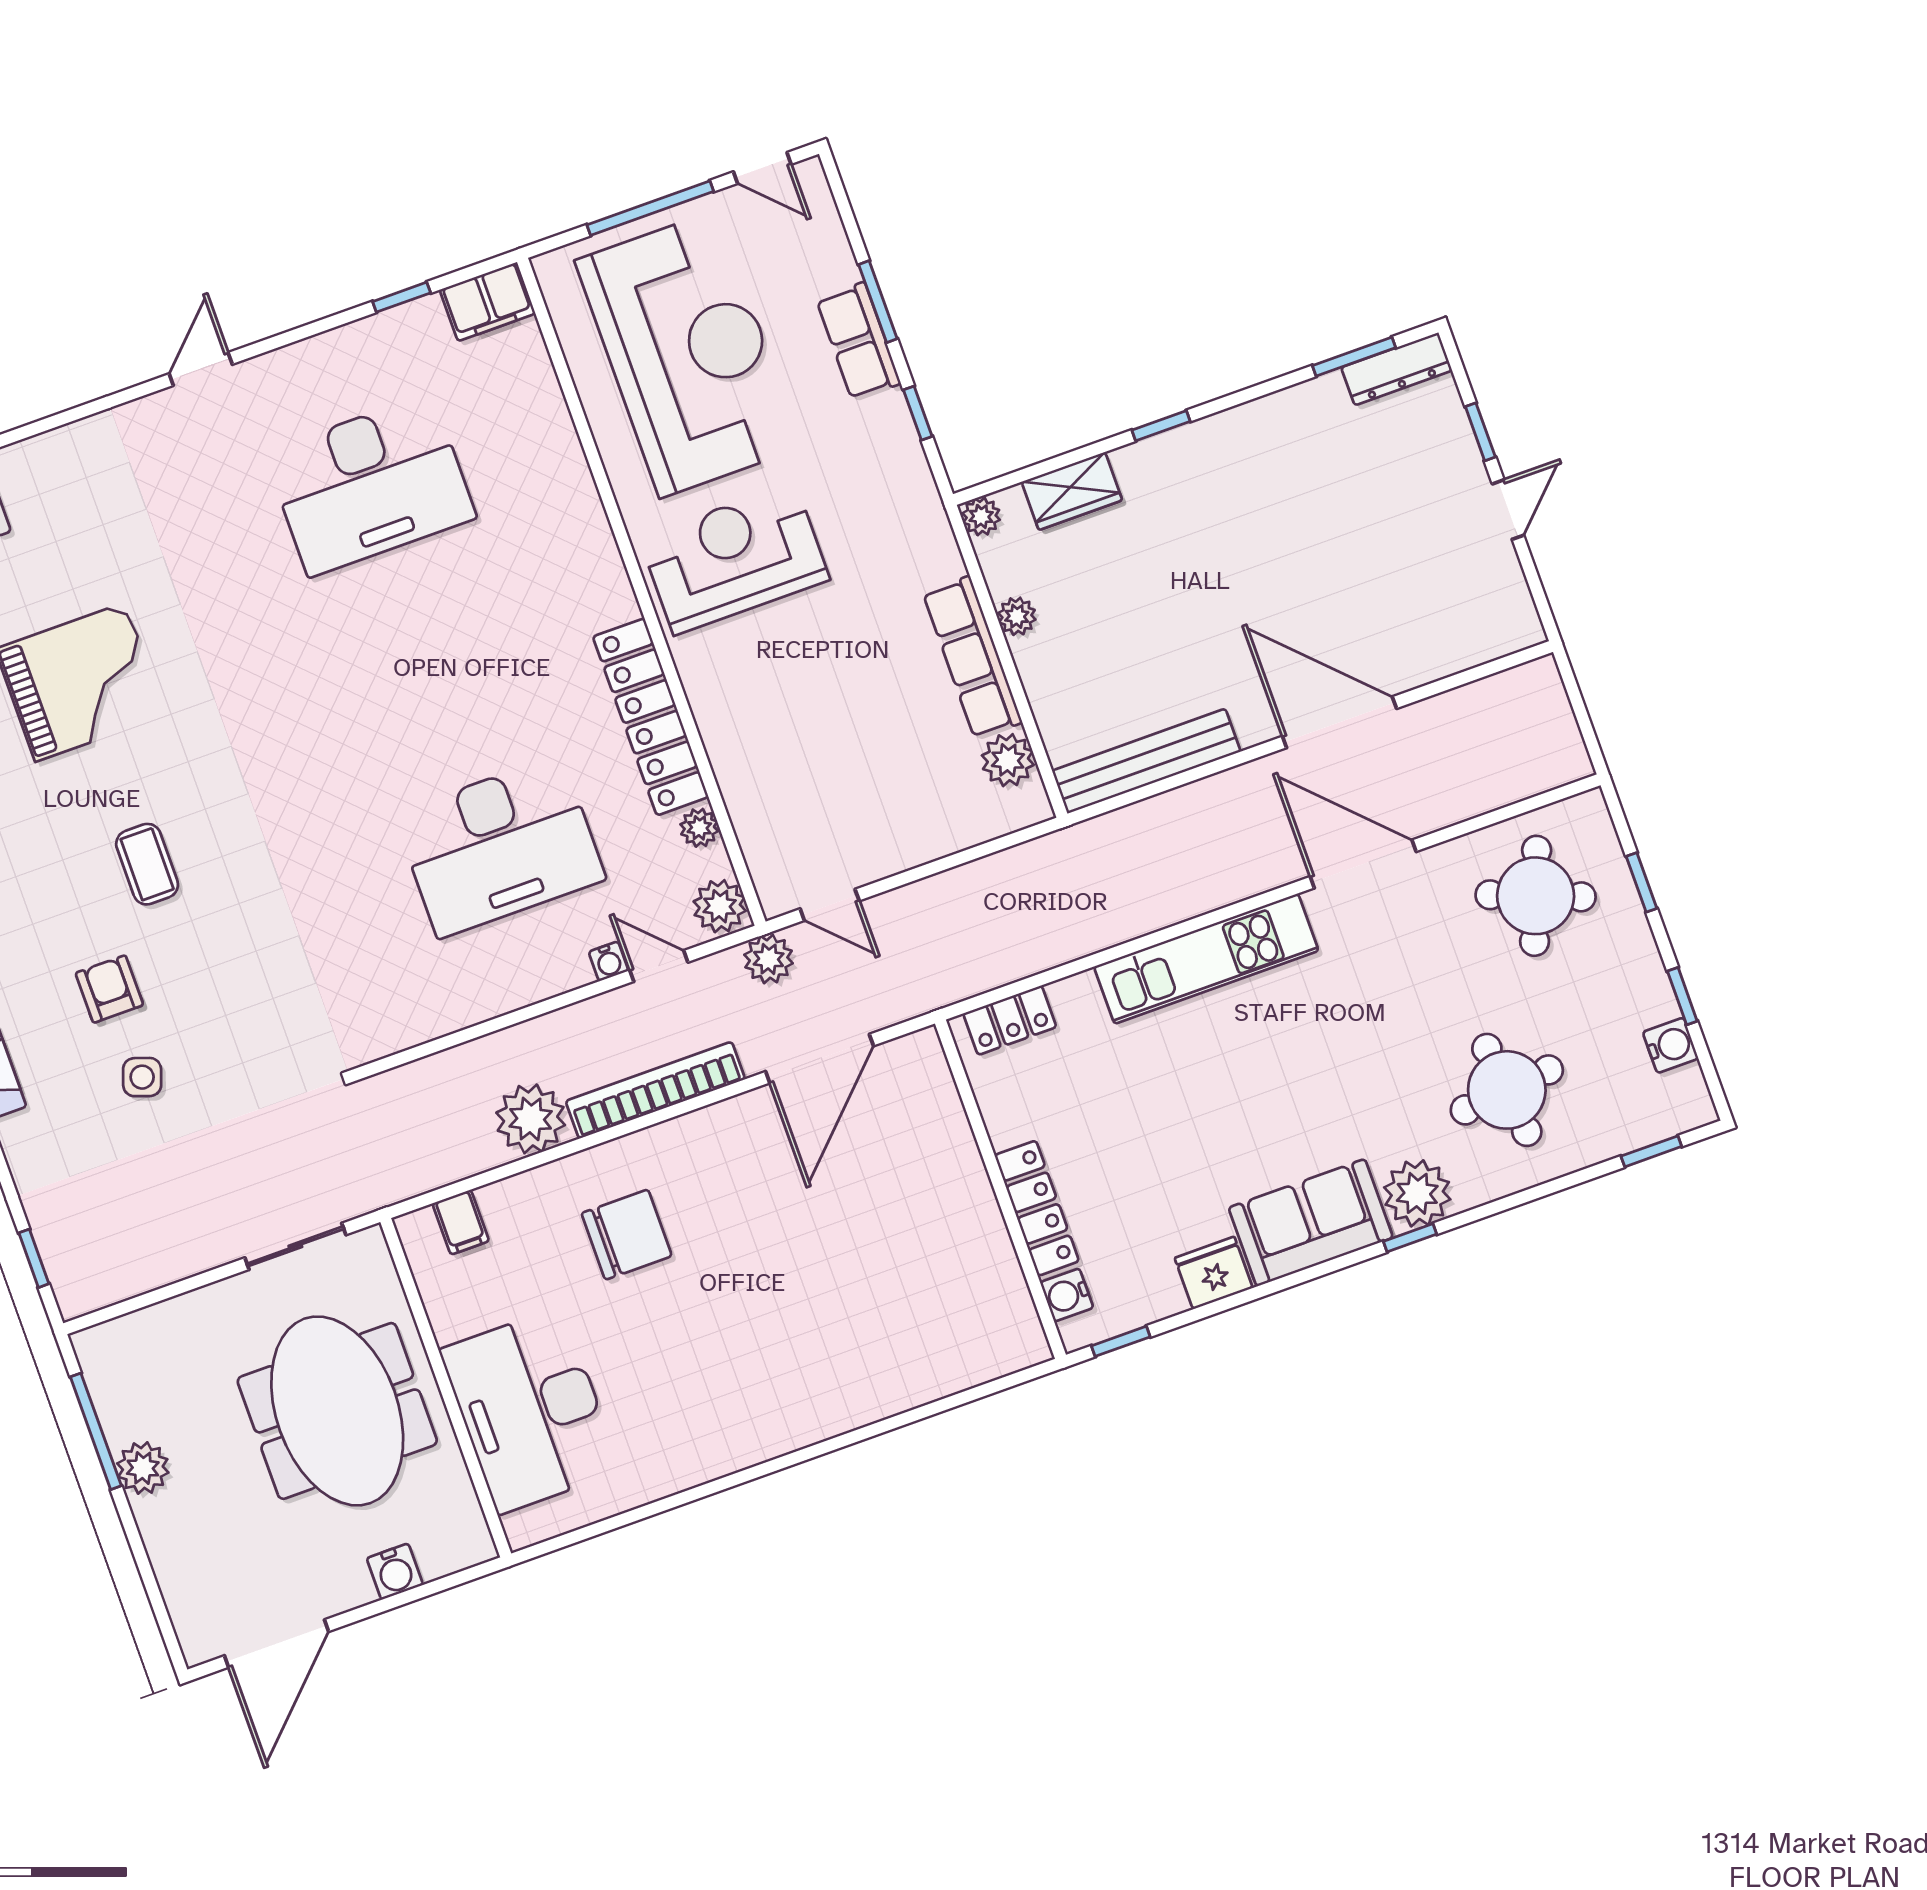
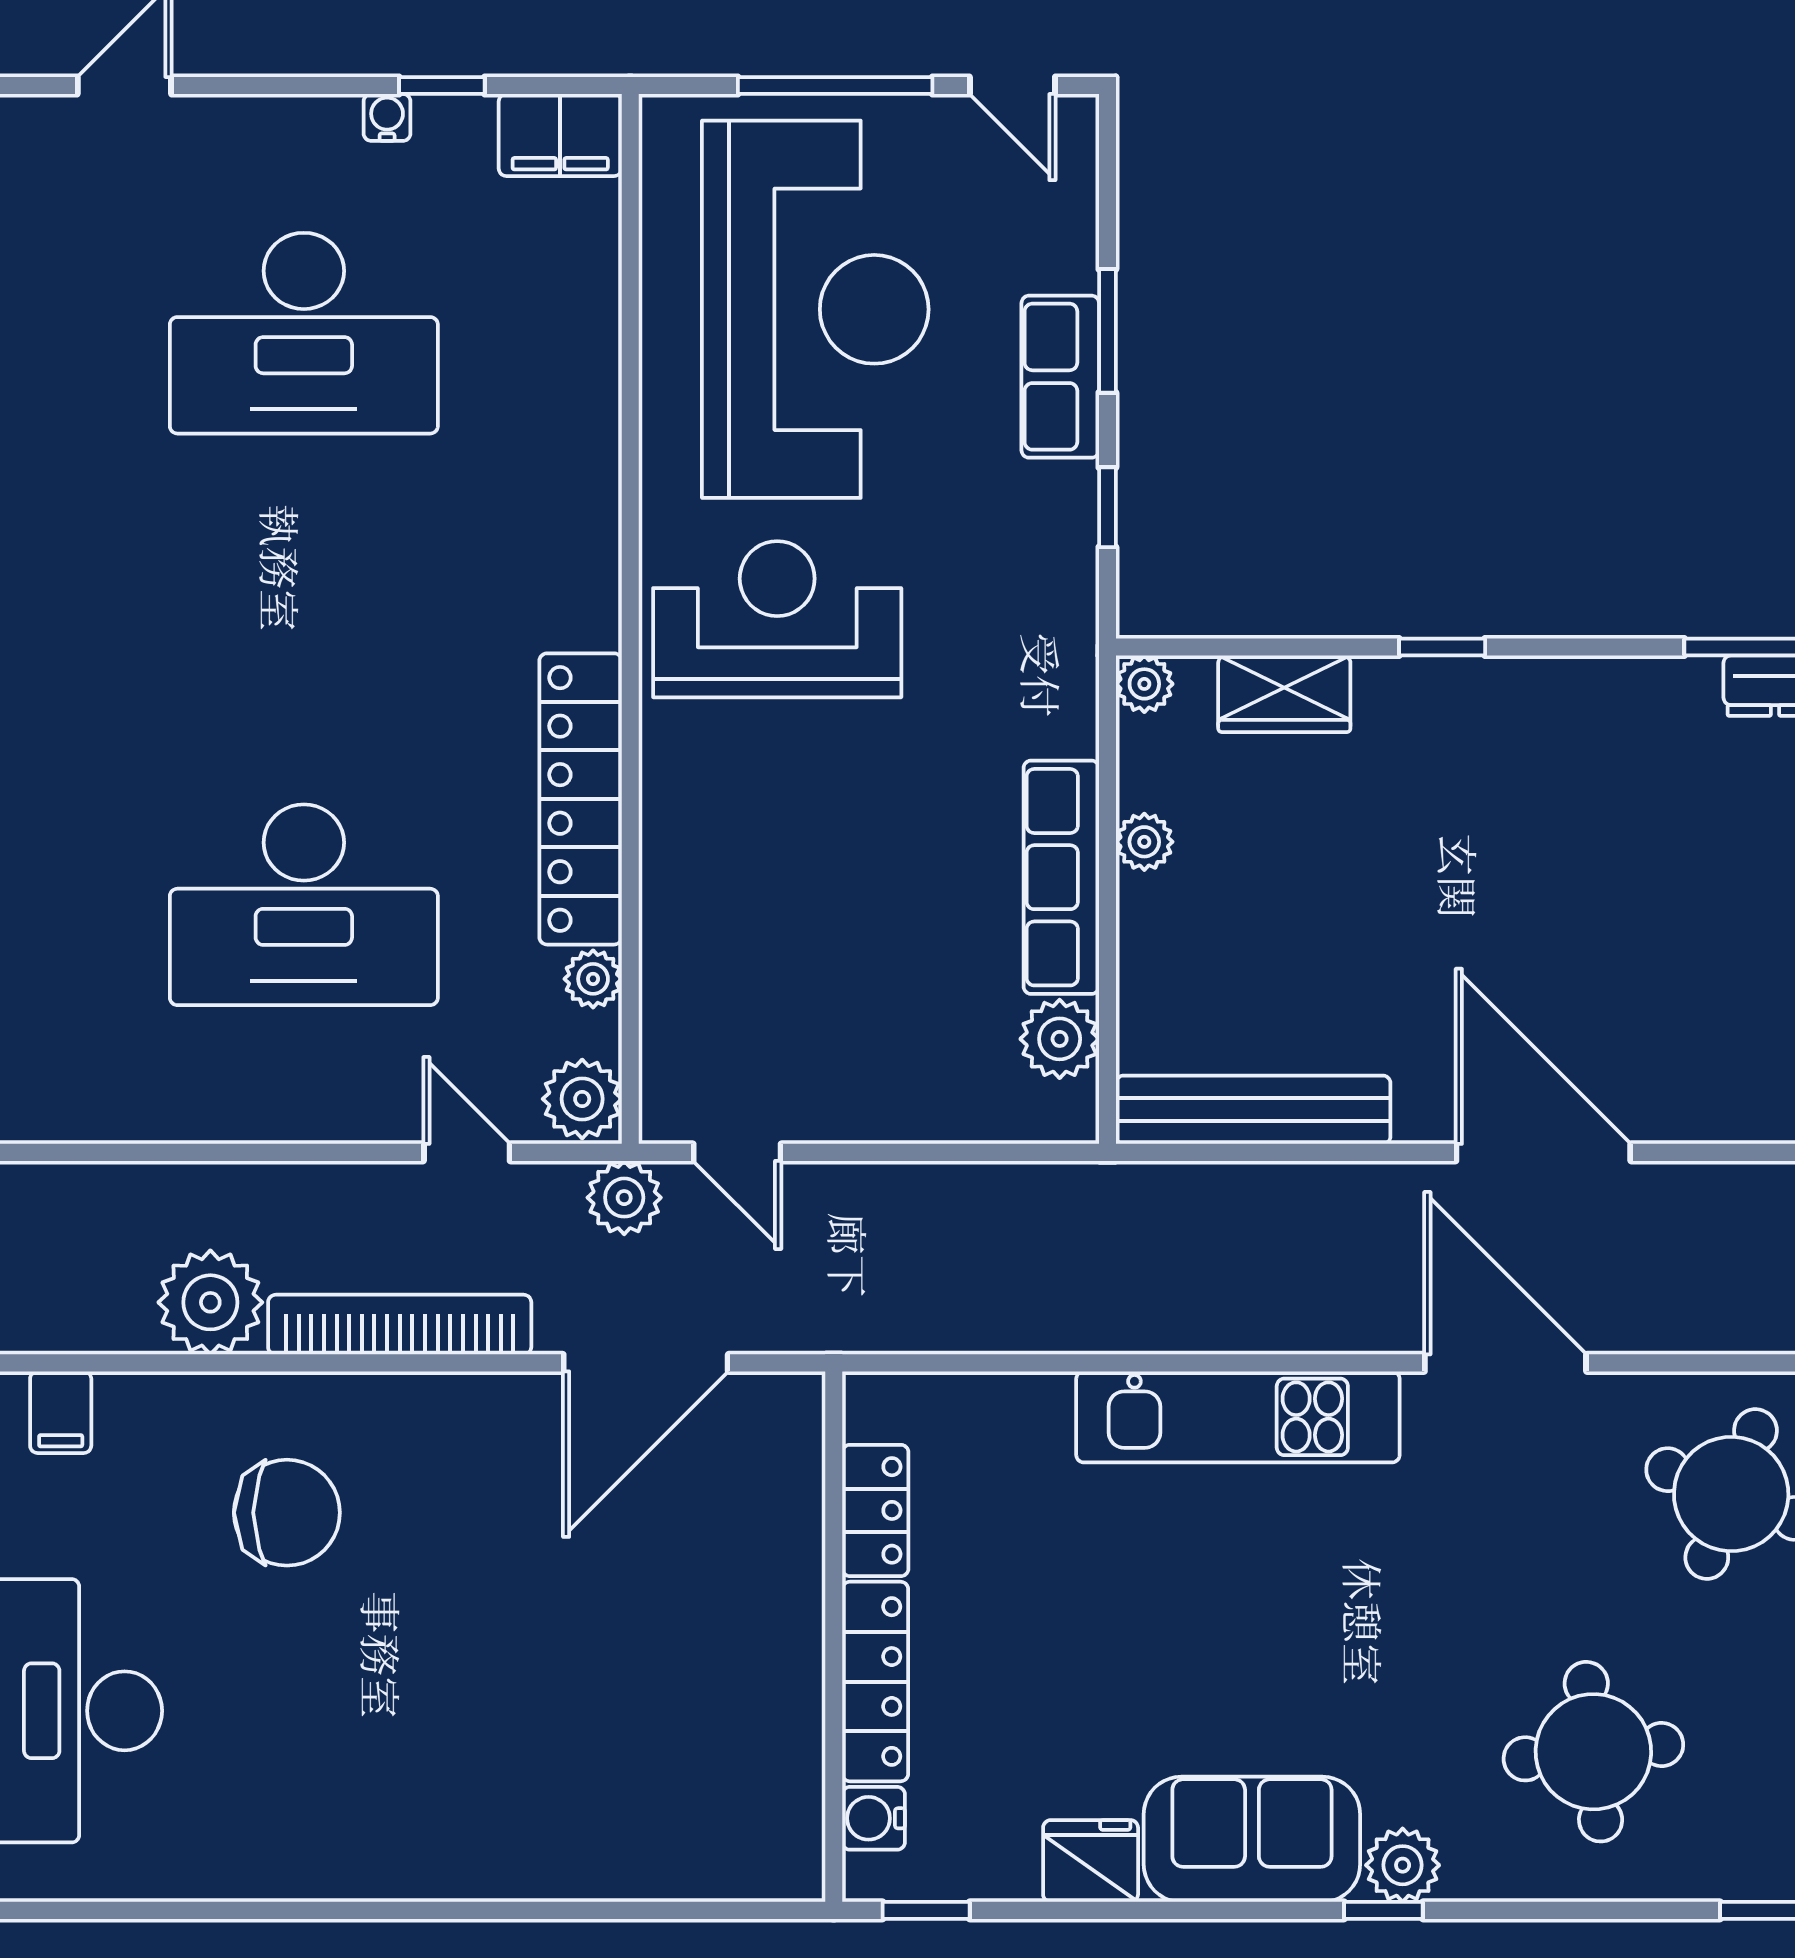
water cooler: (609, 961) -> (387, 117), moved, turned 180
locker: (1010, 1020) -> (875, 1510), moved, turned -90
plant: (1417, 1193) -> (1403, 1865), width x0.73, depth x0.73

